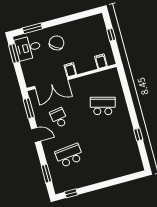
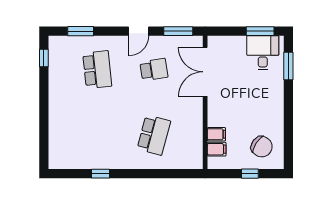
chair: (57, 43) -> (262, 147), moved
filing cabinet: (70, 70) -> (216, 134), moved

